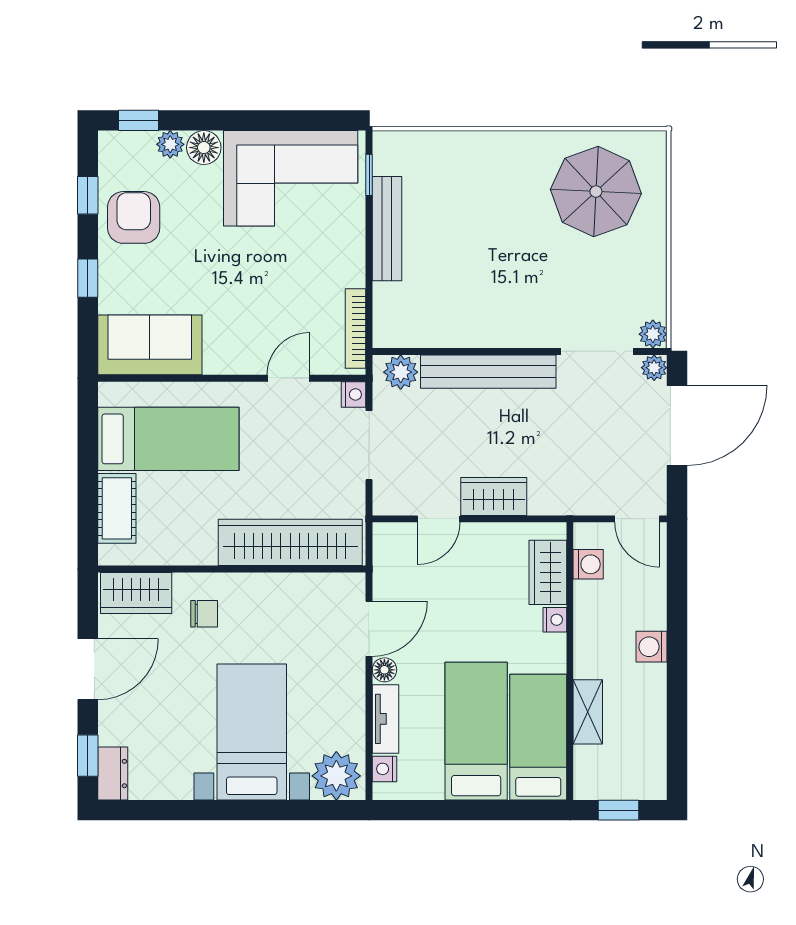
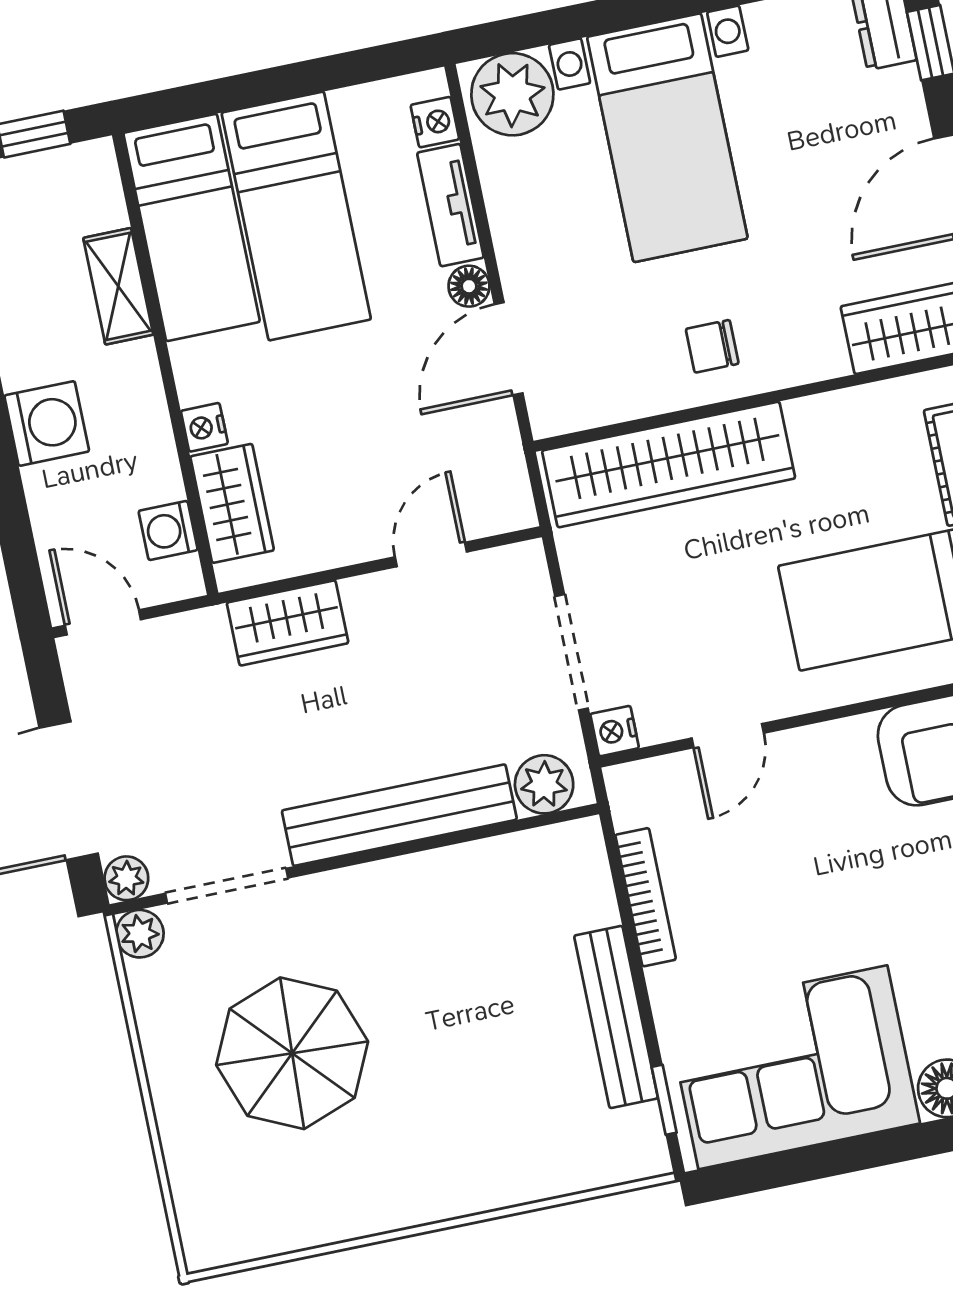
parasol: (596, 192) -> (292, 1053), moved
bookcase: (355, 328) -> (646, 897), moved
wardrobe: (494, 496) -> (288, 623), moved
chair: (204, 614) -> (712, 346), moved
washing machine: (651, 647) -> (47, 423), width x1.38, depth x1.38

